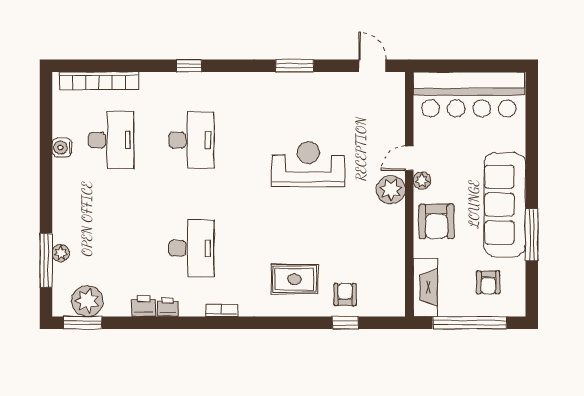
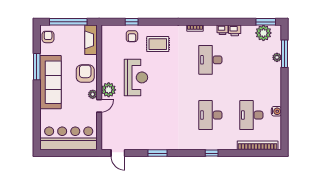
reception desk: (308, 164) -> (136, 77), moved, turned -90
armchair: (488, 282) -> (48, 37), moved

